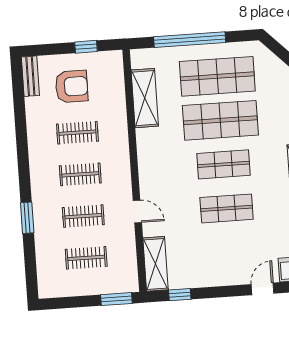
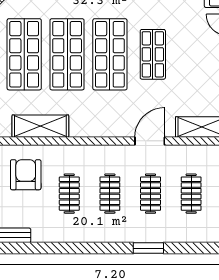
armchair: (72, 86) -> (26, 175), moved
shop shelf: (223, 164) -> (110, 54), width x1.43, depth x1.36
door: (137, 211) -> (150, 141), width x1.37

